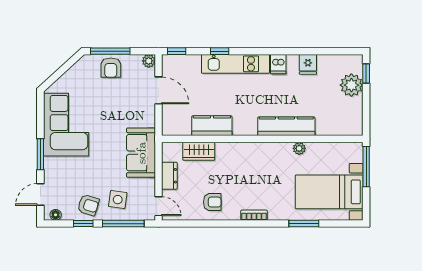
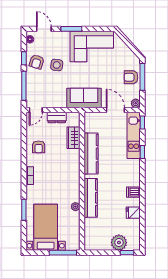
kitchen unit: (235, 64) -> (134, 135), moved
door: (159, 90) -> (115, 110), swing flipped
kitchen counter: (212, 126) -> (91, 154), width x1.50
sofa: (141, 153) -> (84, 98), moved
side table: (118, 200) -> (57, 65), moved

